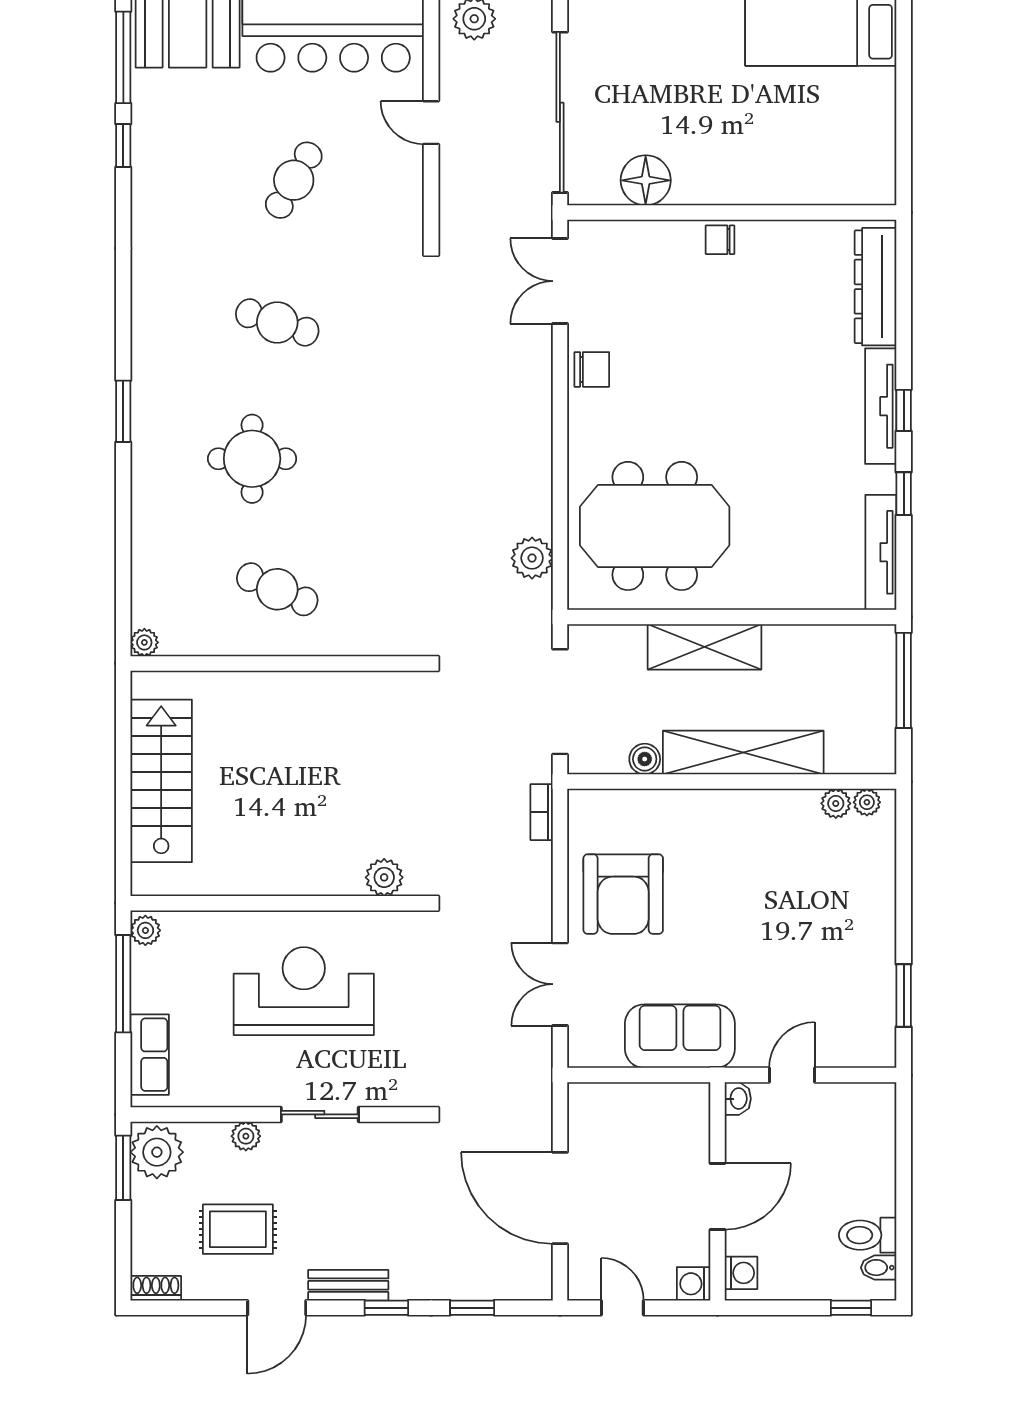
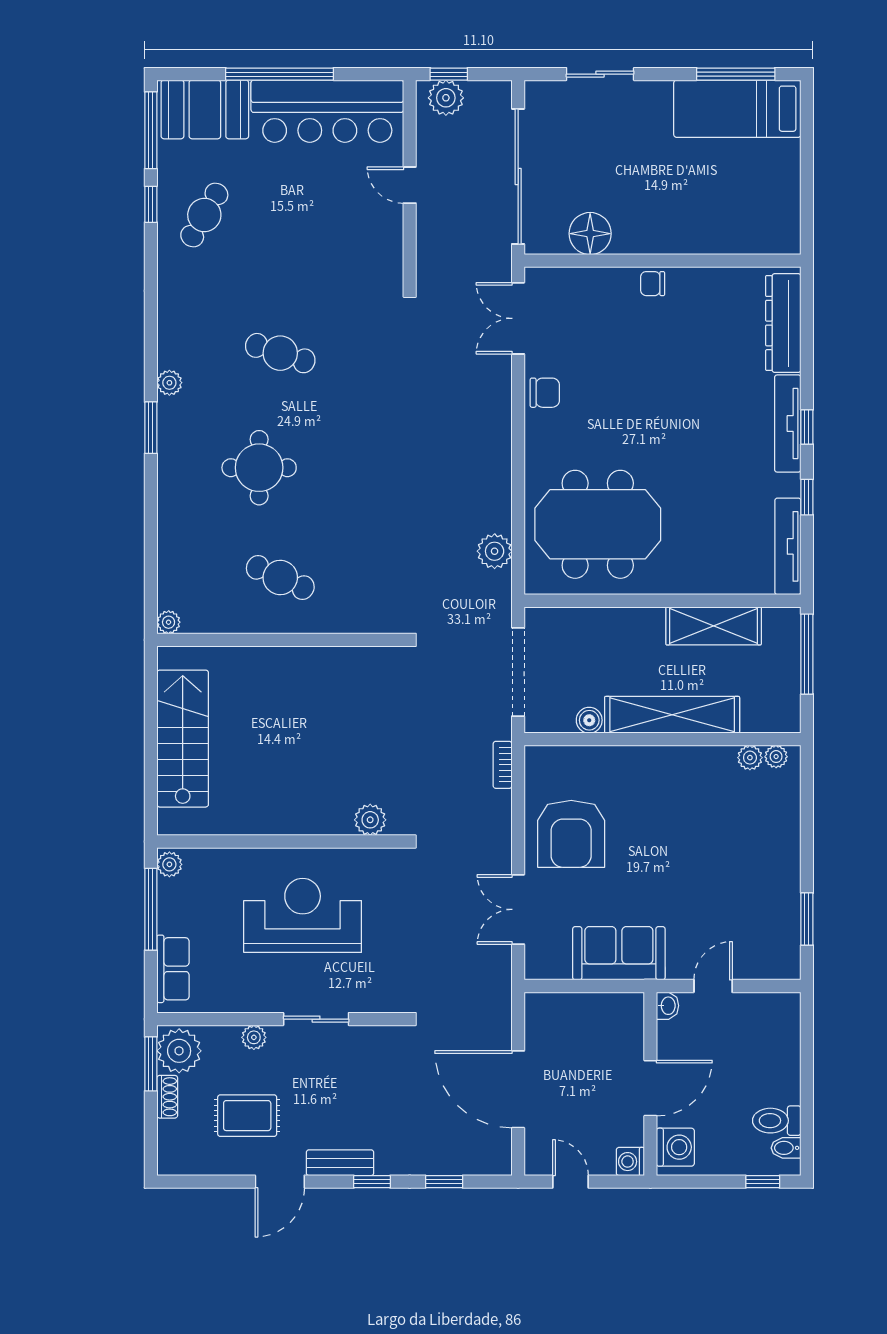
cafe table: (294, 180) -> (204, 215), moved
plant: (145, 358) -> (169, 383), added
shelving: (704, 647) -> (714, 626), moved
washing machine: (741, 1273) -> (675, 1147), width x1.38, depth x1.38
shoe rack: (156, 1288) -> (167, 1097), moved, turned 90

